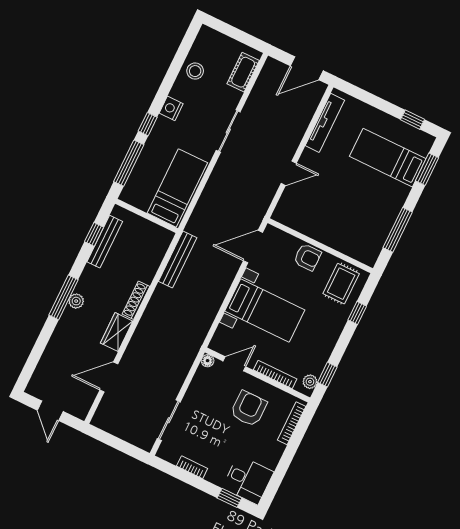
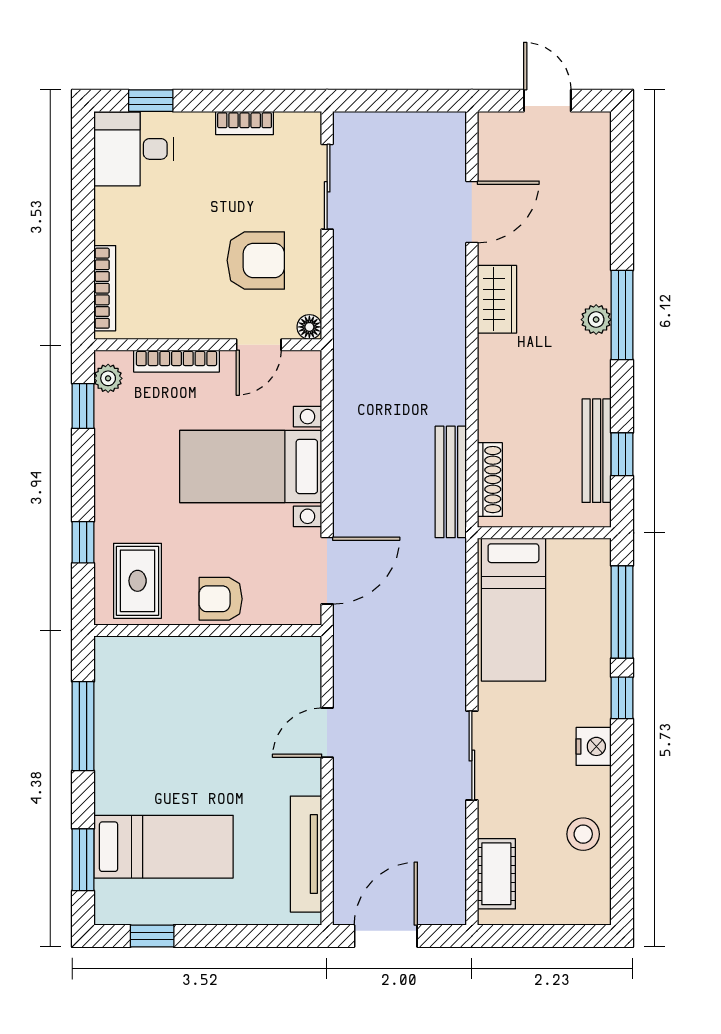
shoe rack: (136, 300) -> (490, 480), moved
armchair: (249, 409) -> (256, 260), moved, turned -90

